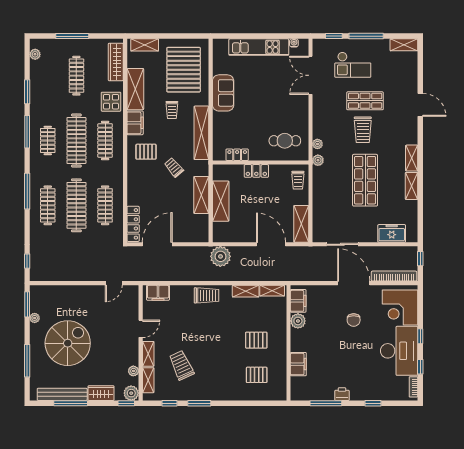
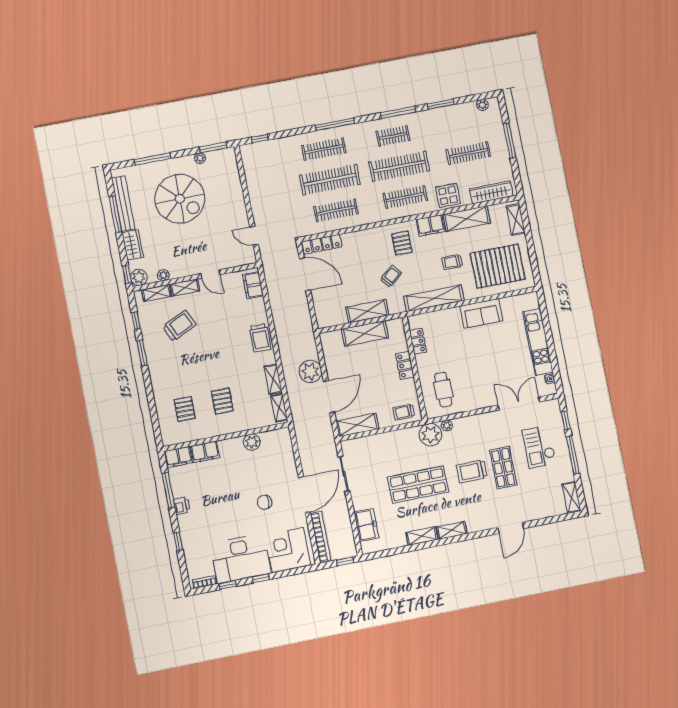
plant: (318, 160) -> (430, 435), width x1.87, depth x1.87
plant: (220, 256) -> (310, 371), moved
filing cabinet: (298, 301) -> (179, 457), moved

